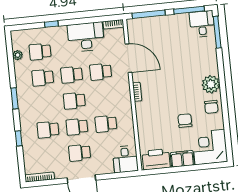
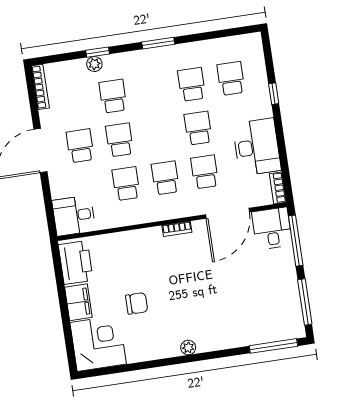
desk: (202, 24) -> (272, 228), moved, turned -90
plant: (18, 55) -> (94, 64), moved
plant: (211, 84) -> (188, 348), width x0.53, depth x0.53
school desk: (74, 101) -> (165, 178), moved
chair: (211, 107) -> (159, 343), removed

